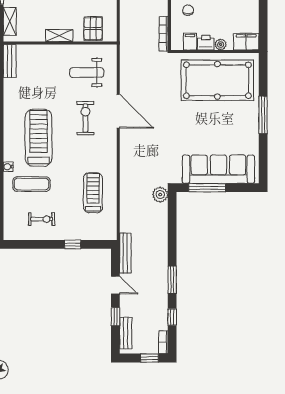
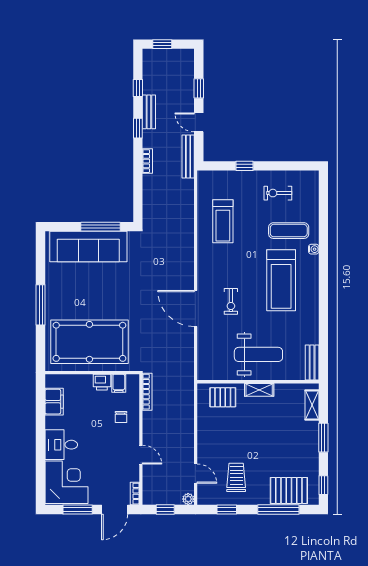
pallet: (93, 28) -> (223, 397), turned 90
filing cabinet: (246, 42) -> (54, 402), moved, turned -90
plant: (221, 44) -> (86, 380), removed
weight bench: (87, 72) -> (258, 354), moved, width x1.36, depth x1.33
exercise bike: (85, 118) -> (231, 301), width x0.73, depth x0.72
plant: (160, 195) -> (151, 219), removed
window: (172, 280) -> (138, 128), width x0.67
bench: (126, 333) -> (149, 112), moved
bookcase: (163, 342) -> (147, 161), moved

